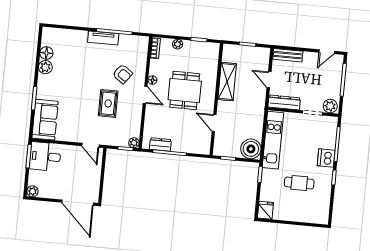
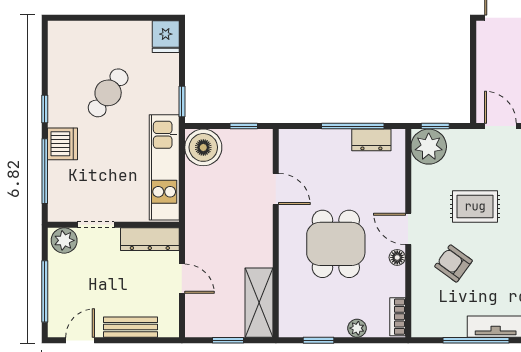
bench: (288, 55) -> (130, 327), moved
shelving: (227, 82) -> (259, 303), moved
rug: (108, 103) -> (475, 206), turned 90
plant: (134, 143) -> (429, 147), width x1.88, depth x1.88
cafe table: (299, 183) -> (108, 93), turned -55

